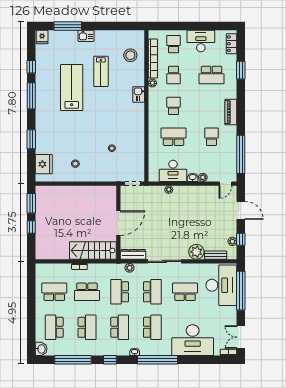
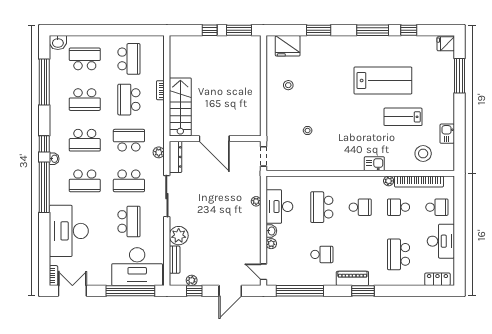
kitchen sink: (86, 36) -> (447, 134), moved
window: (241, 70) -> (363, 291), moved
school desk: (174, 137) -> (322, 207), turned 180
window: (110, 360) -> (44, 144), moved

